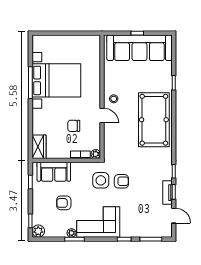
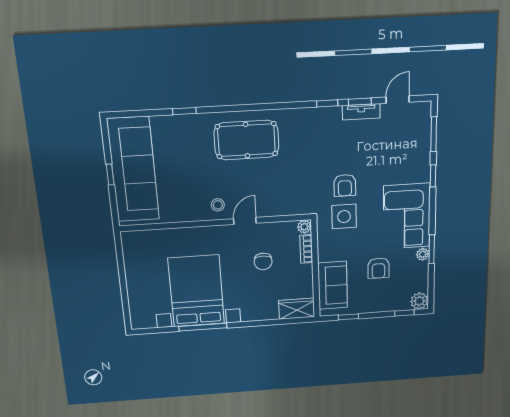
pool table: (154, 120) -> (246, 140), width x0.73, depth x0.76
armchair: (121, 181) -> (345, 185), turned 180

